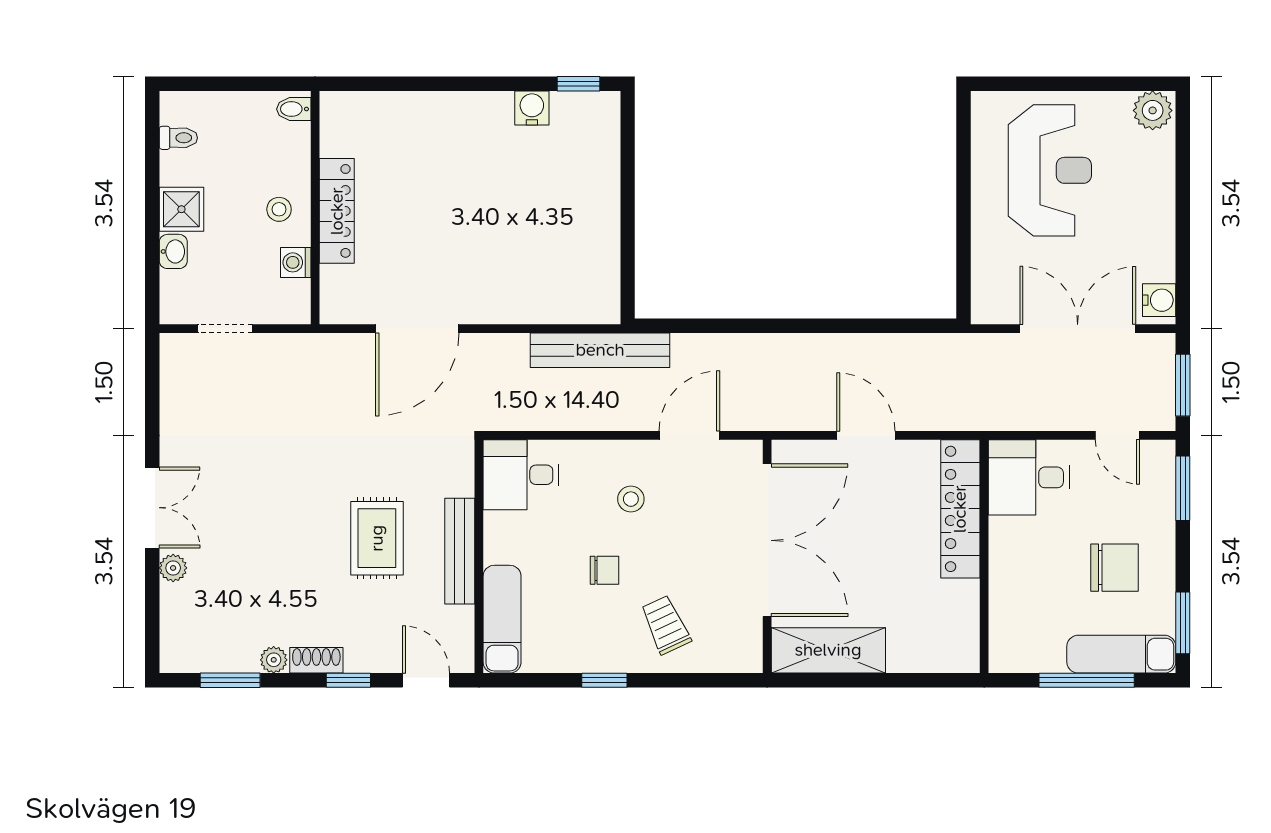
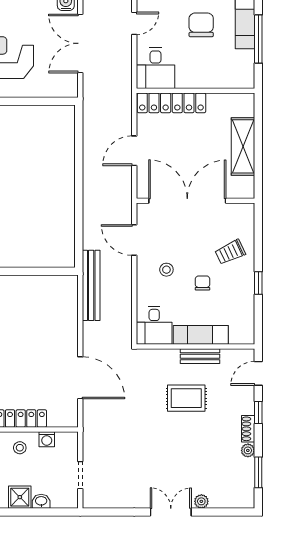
bench: (460, 551) -> (200, 356), width x0.73
exam couch: (502, 619) -> (201, 335), moved
shelving: (828, 650) -> (243, 146), moved

